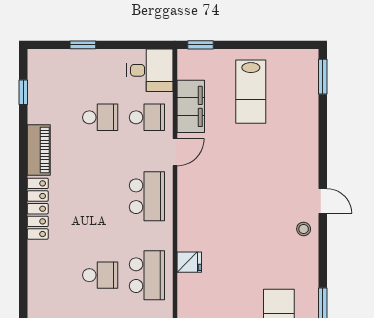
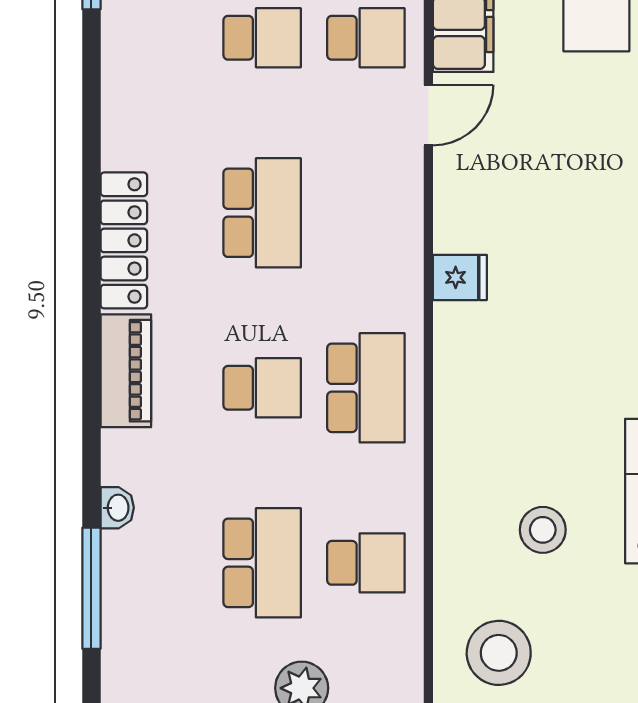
piano: (39, 150) -> (126, 371), moved
school desk: (147, 196) -> (262, 213), moved
fridge: (189, 262) -> (460, 277), moved

